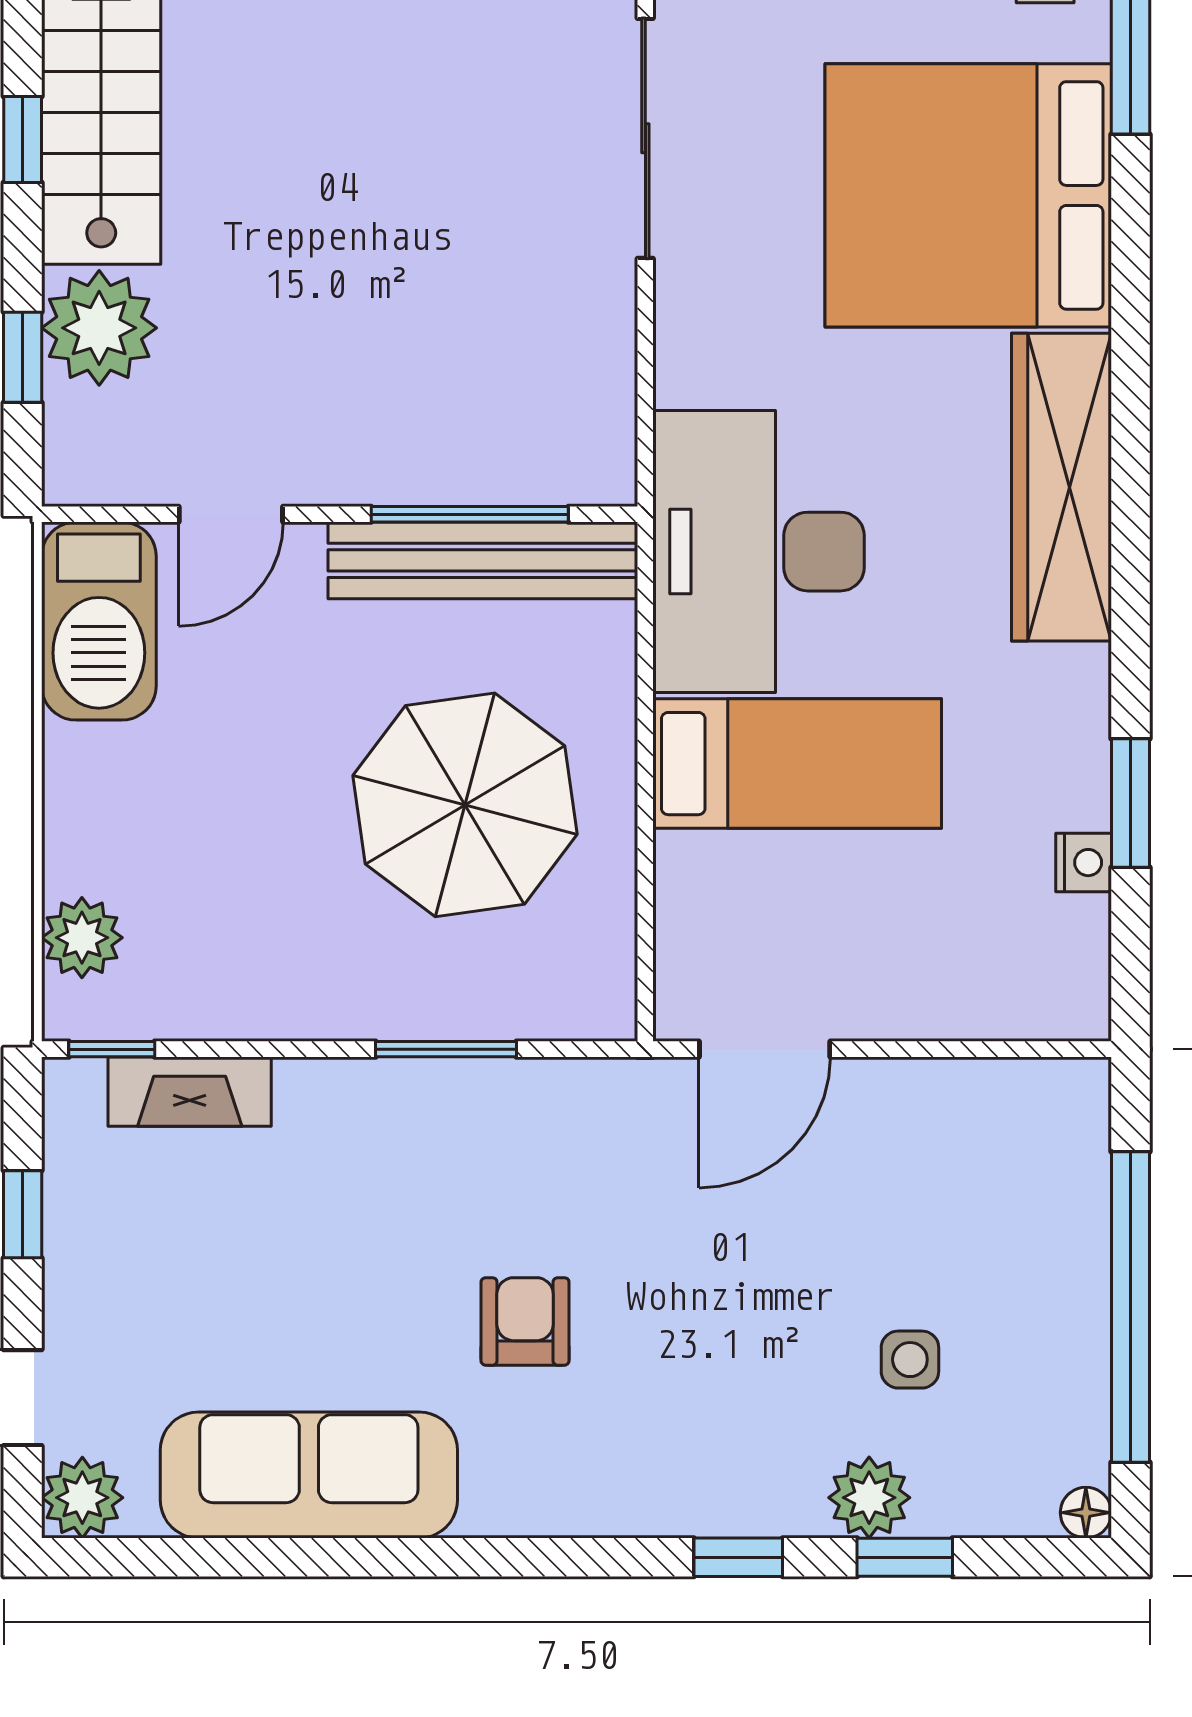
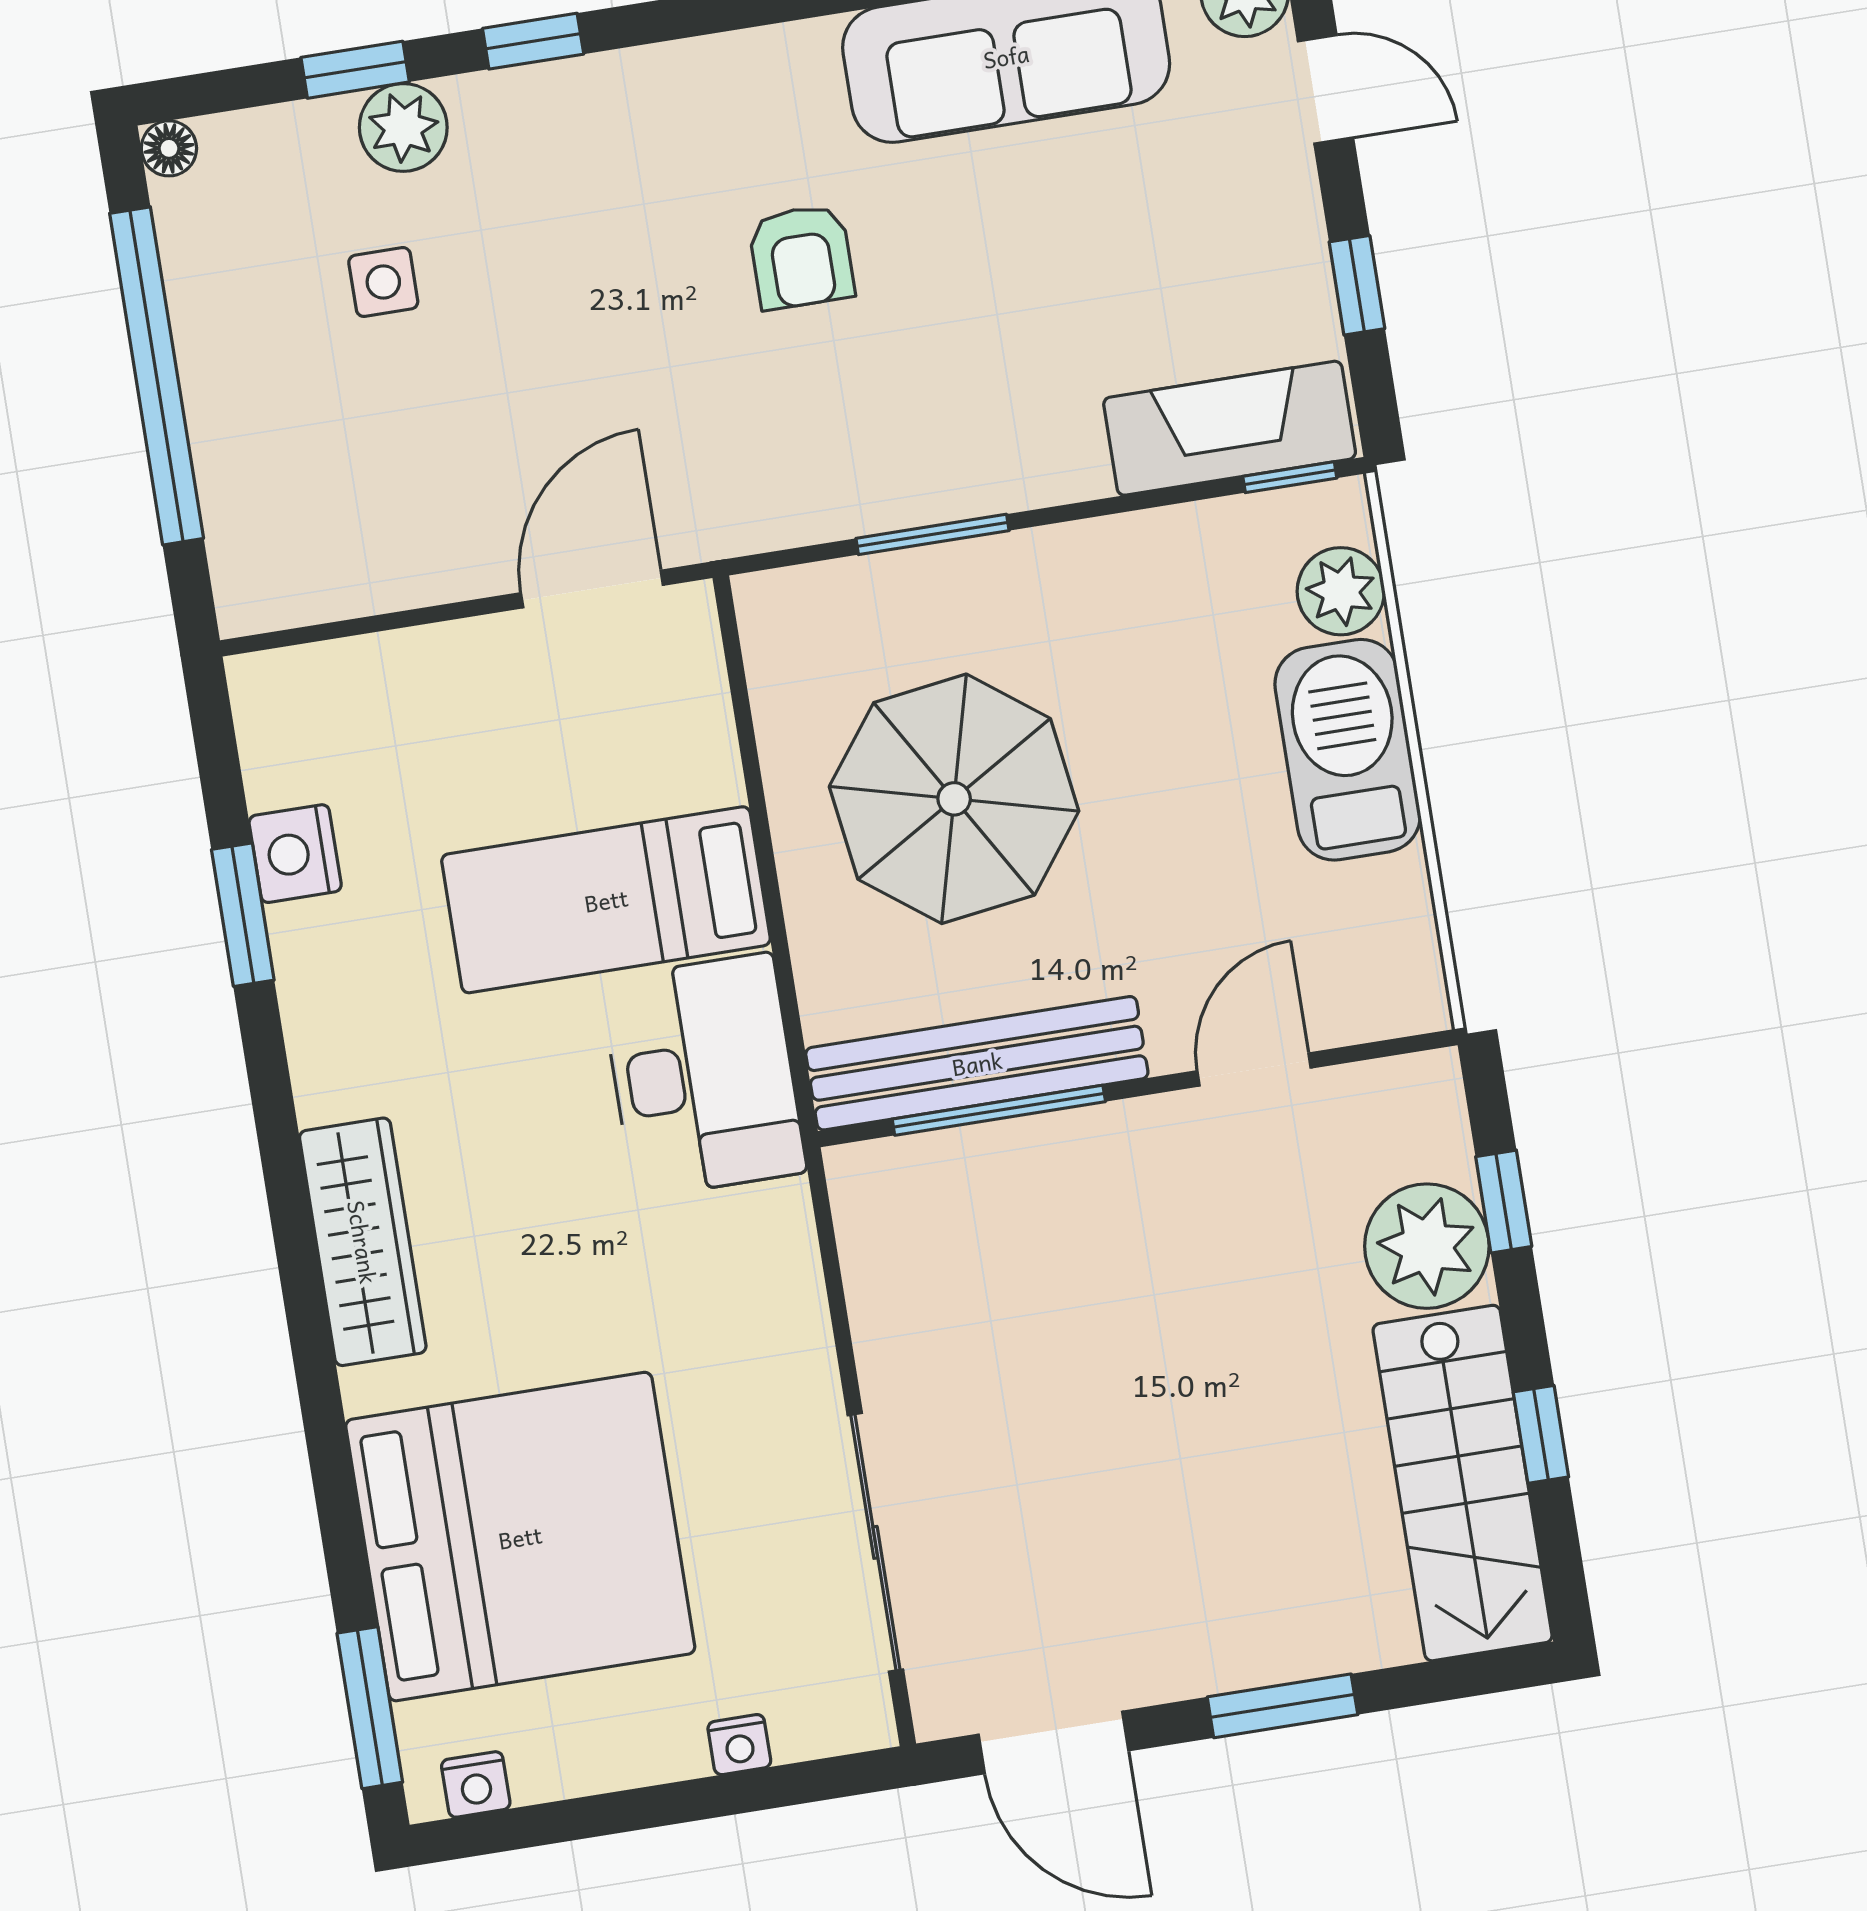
wardrobe: (1062, 487) -> (363, 1242), width x0.71, depth x0.85
desk: (759, 552) -> (703, 1076), width x0.73, depth x0.77
barbecue: (99, 621) -> (1348, 750), moved
nightstand: (1084, 863) -> (295, 854), width x1.39, depth x1.35
fireplace: (190, 1092) -> (1230, 428), width x1.37, depth x1.32

